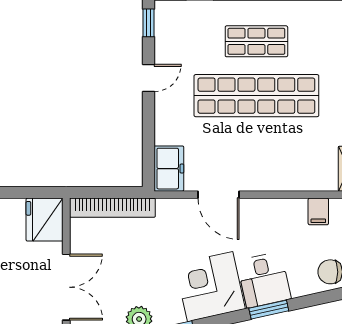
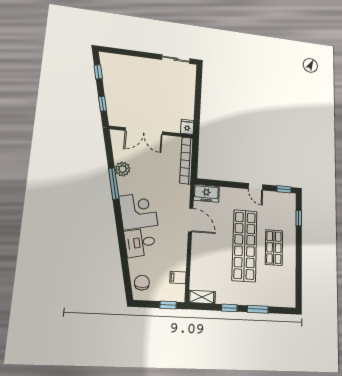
door: (219, 195) -> (191, 220), swing flipped
fridge: (45, 220) -> (187, 127), width x0.53, depth x0.75
window: (269, 310) -> (122, 244), removed

